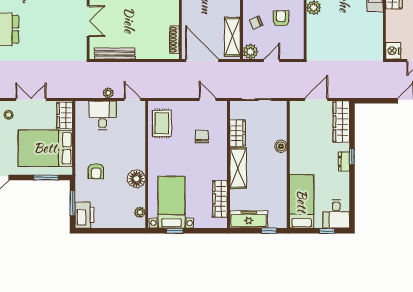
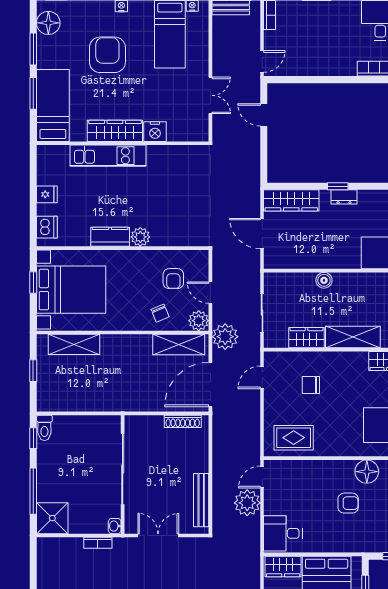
armchair: (281, 18) -> (173, 279), moved, turned -90
nightstand: (393, 51) -> (155, 132), moved
plant: (238, 72) -> (225, 337), added
plant: (108, 93) -> (247, 503), width x1.88, depth x1.88
desk: (103, 115) -> (283, 533), moved
armchair: (96, 171) -> (348, 503), moved

